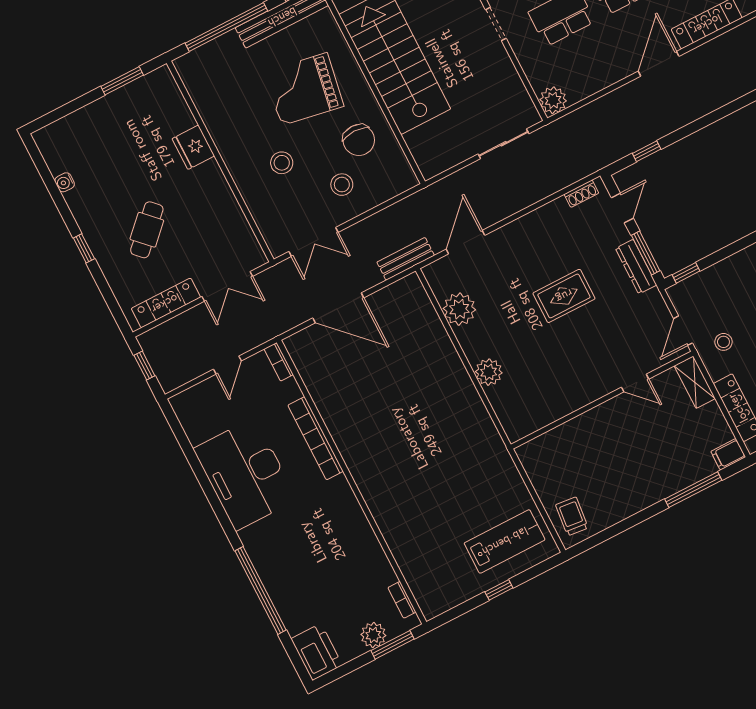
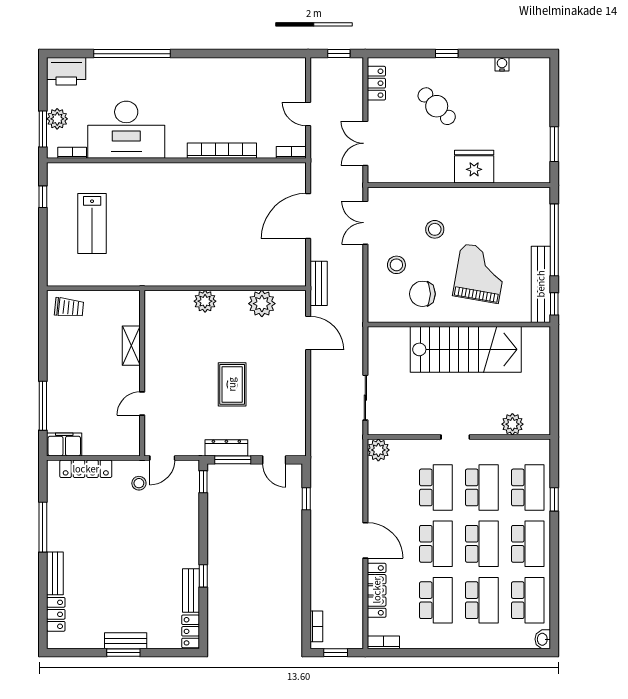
fridge: (193, 147) -> (474, 167), width x1.36, depth x1.34
shoe rack: (581, 194) -> (300, 436), removed
locker: (166, 303) -> (376, 83), width x0.66
door: (683, 331) -> (162, 458), swing flipped
shelving: (695, 382) -> (131, 346), moved, turned 90
filing cabinet: (728, 454) -> (64, 444), width x2.00
desk: (245, 474) -> (126, 130), moved, turned 180
lab bench: (505, 541) -> (92, 224), moved
window: (499, 590) -> (43, 197), moved

